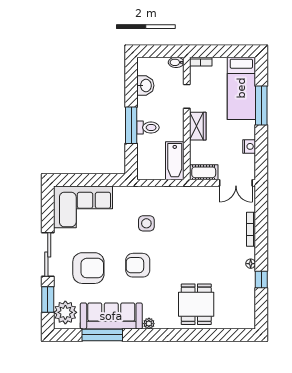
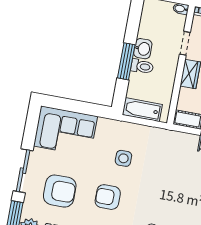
washbasin: (145, 86) -> (143, 49), moved
bathtub: (175, 161) -> (142, 110), moved, turned 90

